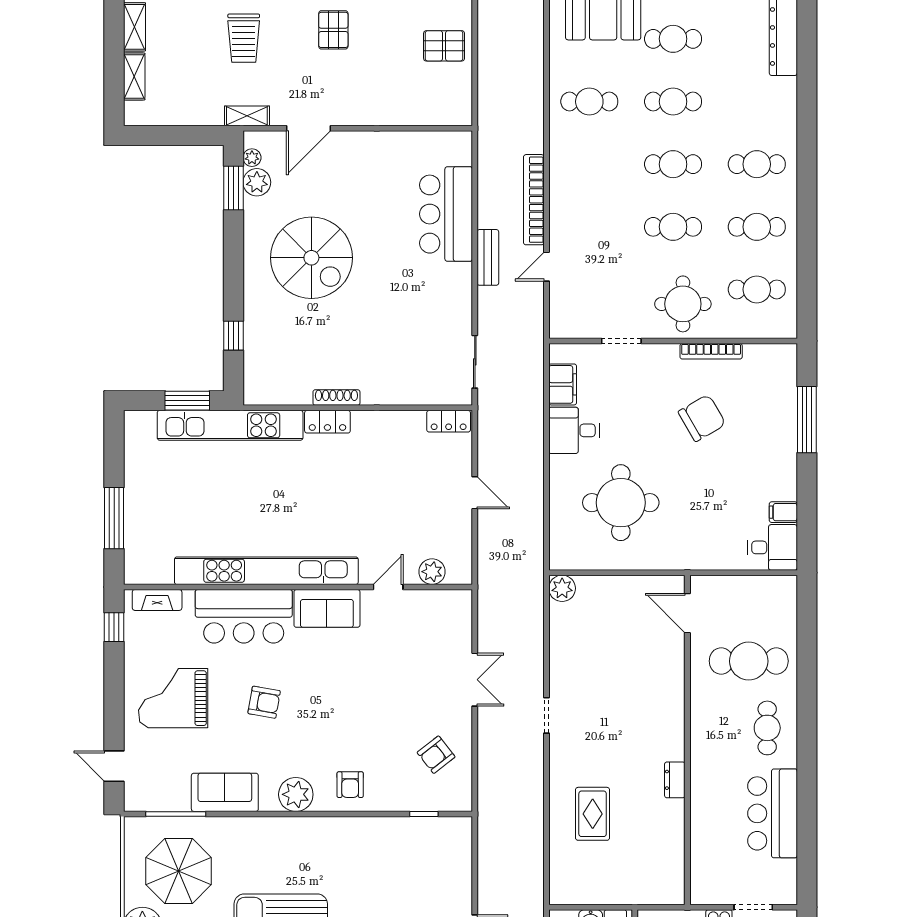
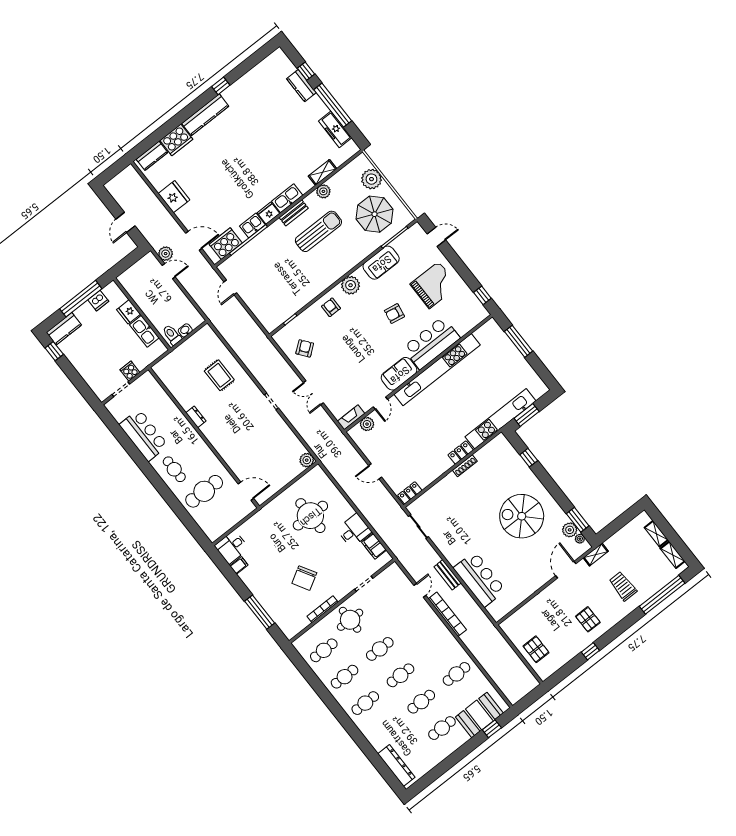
pallet: (444, 46) -> (536, 649), turned 90
fireplace: (157, 600) -> (351, 417), moved

